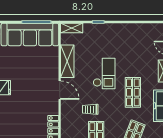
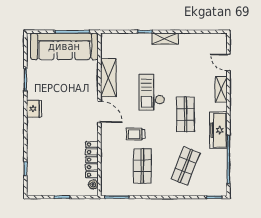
shelving: (72, 28) -> (165, 39), moved
checkout: (104, 74) -> (152, 92), turned 180

